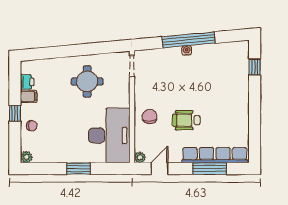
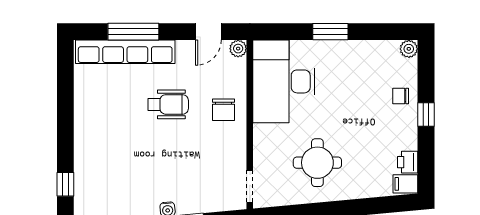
filing cabinet: (29, 96) -> (405, 184), moved

